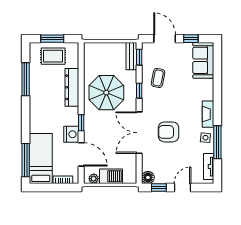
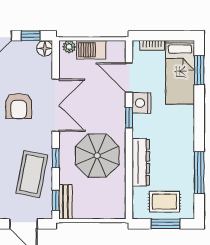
coffee table: (158, 78) -> (32, 174), width x1.86, depth x1.72
armchair: (169, 132) -> (19, 106), turned 90
window: (26, 160) -> (199, 70), width x0.69
plant: (94, 179) -> (69, 47), moved

